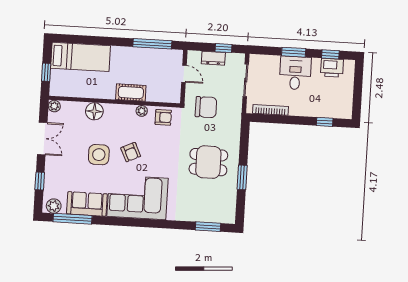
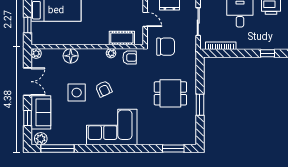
cot: (131, 93) -> (122, 38), moved
sofa: (87, 204) -> (41, 112), moved, turned 90

